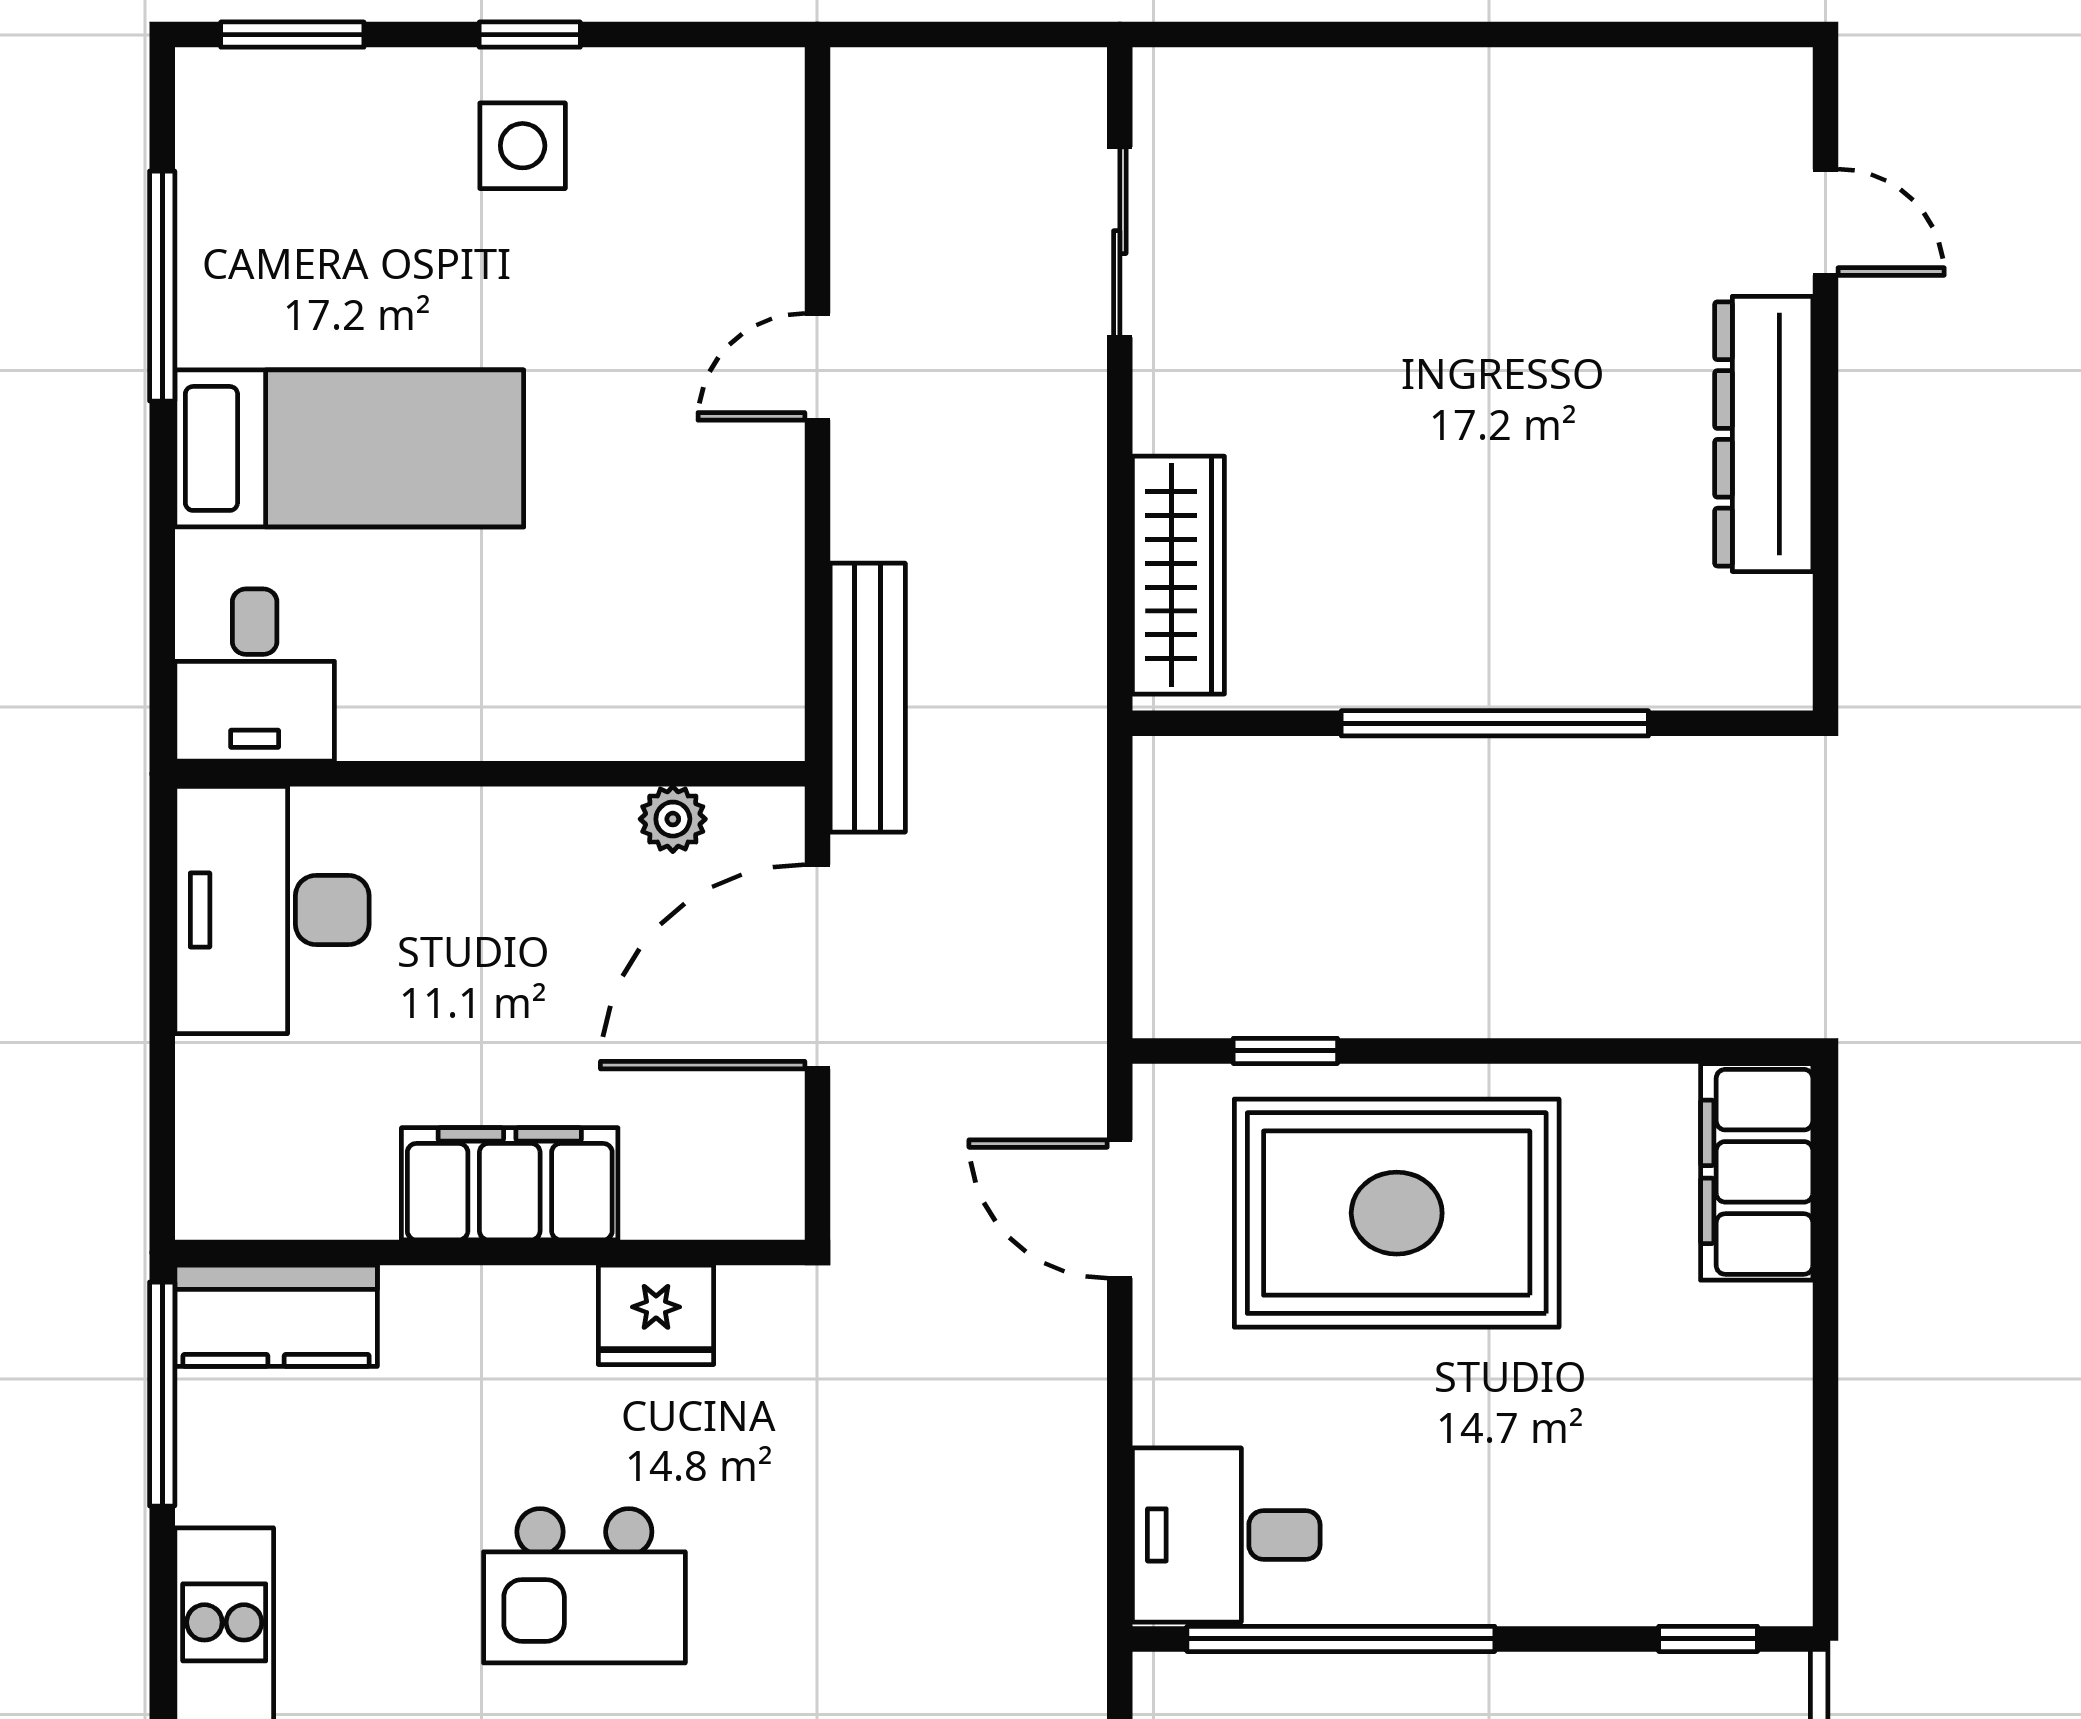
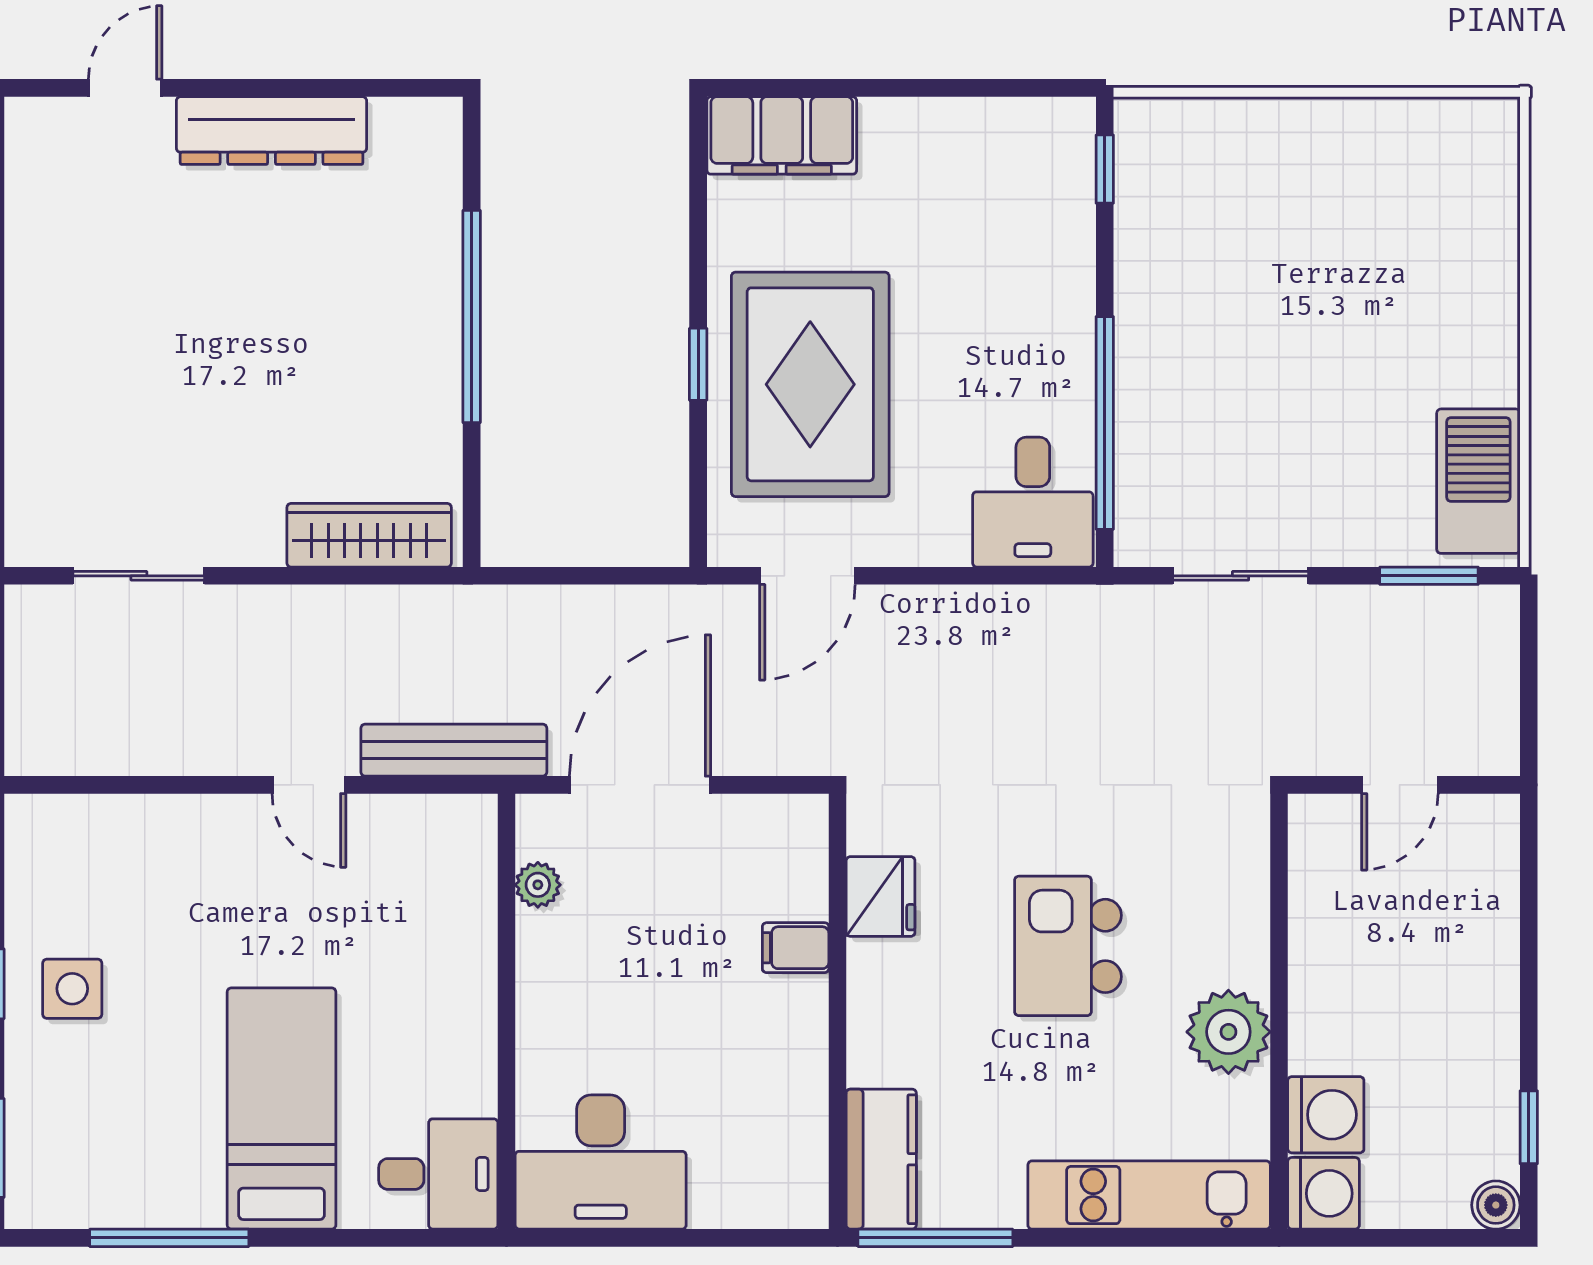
door: (817, 367) -> (309, 785), moved
door: (817, 967) -> (640, 785), swing flipped
window: (1285, 1051) -> (698, 364), moved
filing cabinet: (510, 1184) -> (796, 948), width x0.33, depth x0.86
kitchen island: (584, 1586) -> (1068, 946), turned 180

